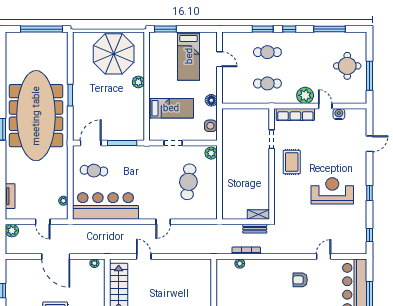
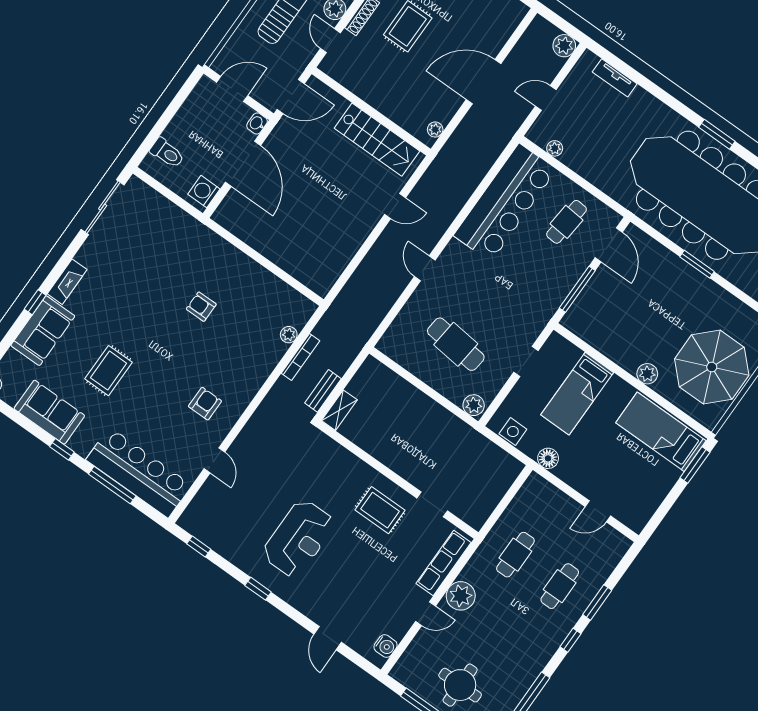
bed: (189, 56) -> (661, 432), moved
water cooler: (339, 114) -> (386, 646), moved

